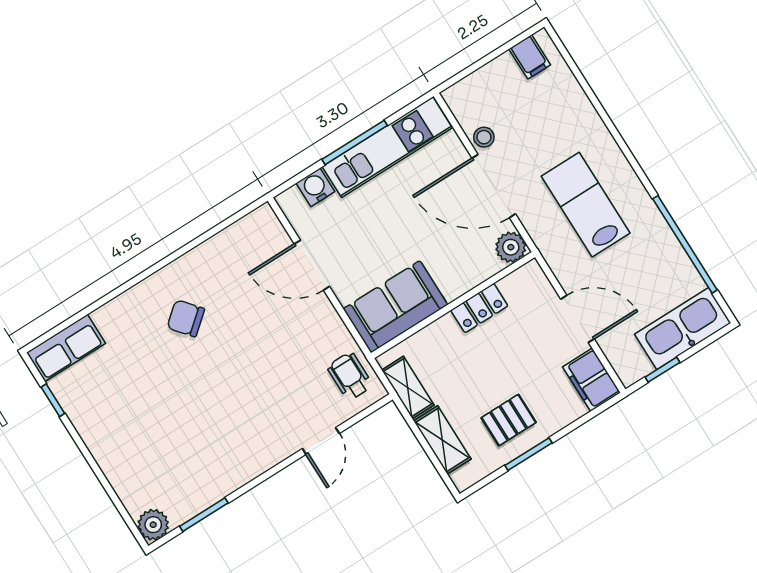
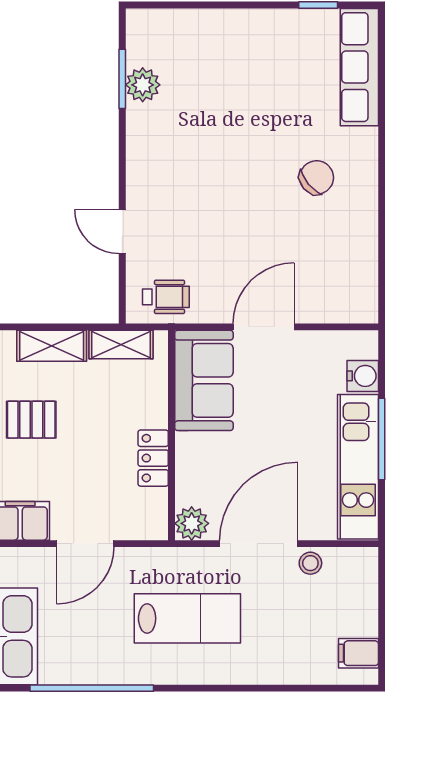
door: (312, 265) -> (264, 327), moved
row of seats: (66, 348) -> (359, 67), width x1.48
pallet: (509, 420) -> (31, 420), turned 90
plant: (153, 525) -> (143, 85), moved

